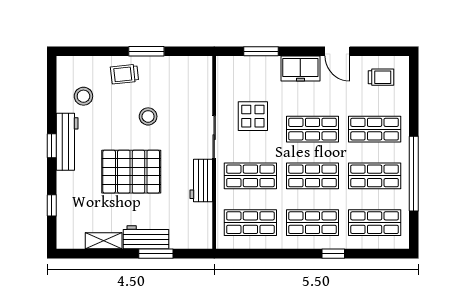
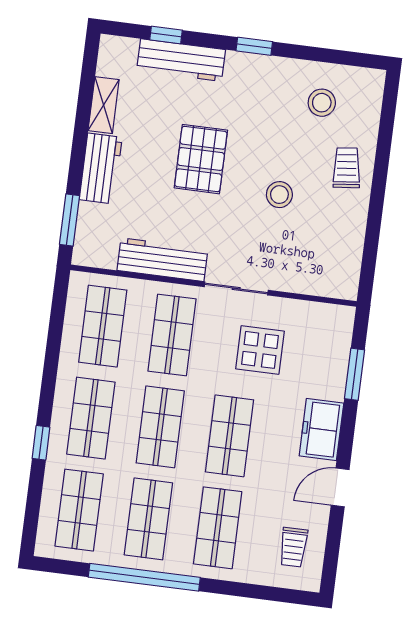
window: (146, 51) -> (376, 204), removed
workbench: (67, 142) -> (181, 60), moved
pallet: (131, 172) -> (201, 159), width x0.73, depth x0.71
workbench: (201, 181) -> (162, 260), width x1.38
window: (156, 254) -> (70, 220), moved

